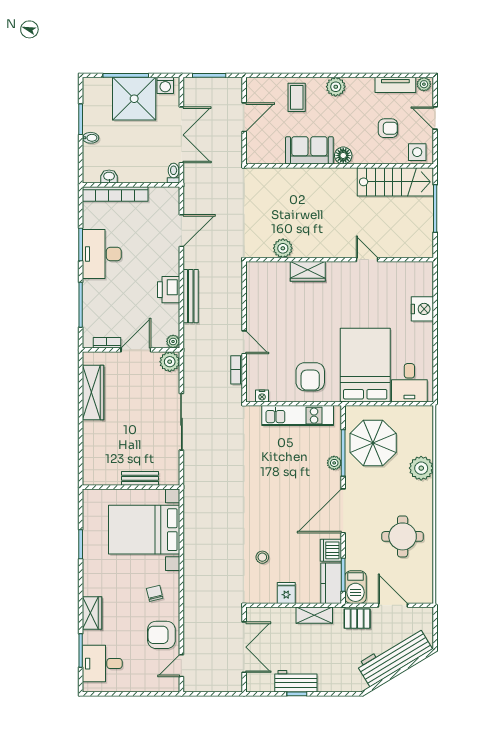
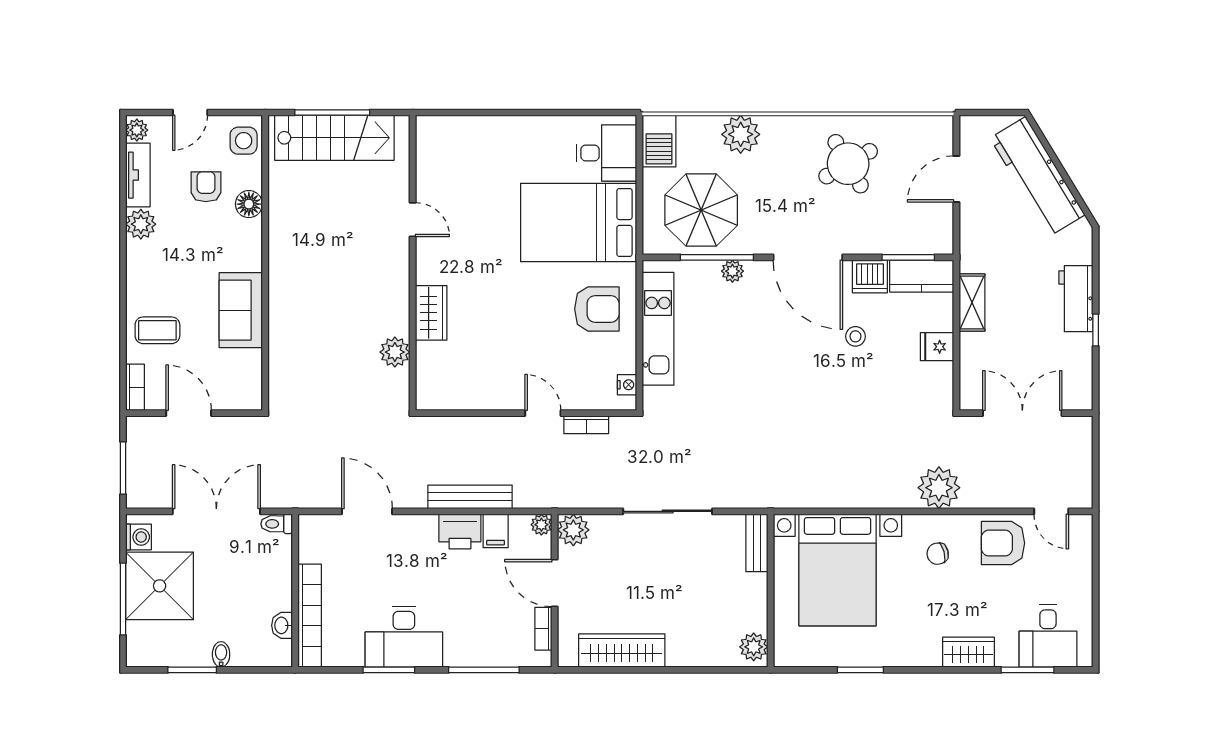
bookcase: (260, 83) -> (135, 387), added
plant: (336, 87) -> (141, 224), moved
floor lamp: (343, 155) -> (249, 204), moved
stairs: (395, 182) -> (334, 138), moved, turned 90
door: (367, 260) -> (413, 220), swing flipped
nightstand: (422, 309) -> (490, 133), removed
filing cabinet: (169, 312) -> (496, 531), added
door: (244, 342) -> (543, 413), hinge flipped
plant: (95, 476) -> (754, 647), added
bench: (140, 478) -> (757, 543), moved
round table: (403, 536) -> (848, 164), turned -30
stool: (262, 557) -> (855, 336), moved
barbecue: (355, 587) -> (659, 141), moved, turned 90
plant: (197, 594) -> (939, 488), added
pallet: (357, 619) -> (977, 235), removed
armchair: (161, 635) -> (1003, 543), turned 90
workbench: (296, 681) -> (1076, 299), moved

